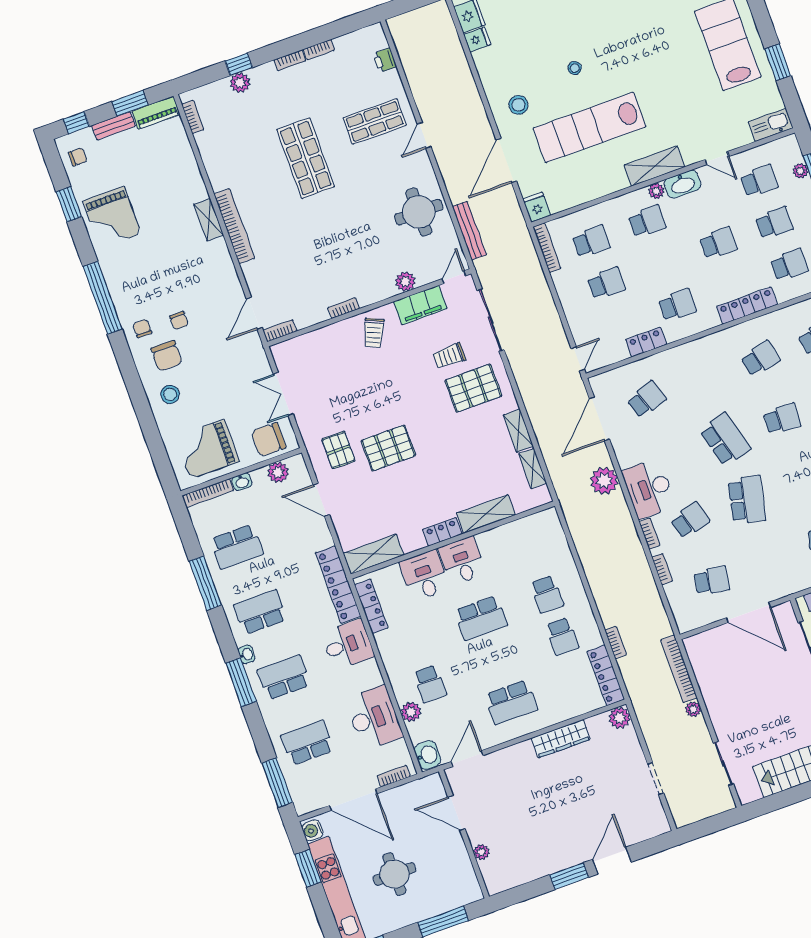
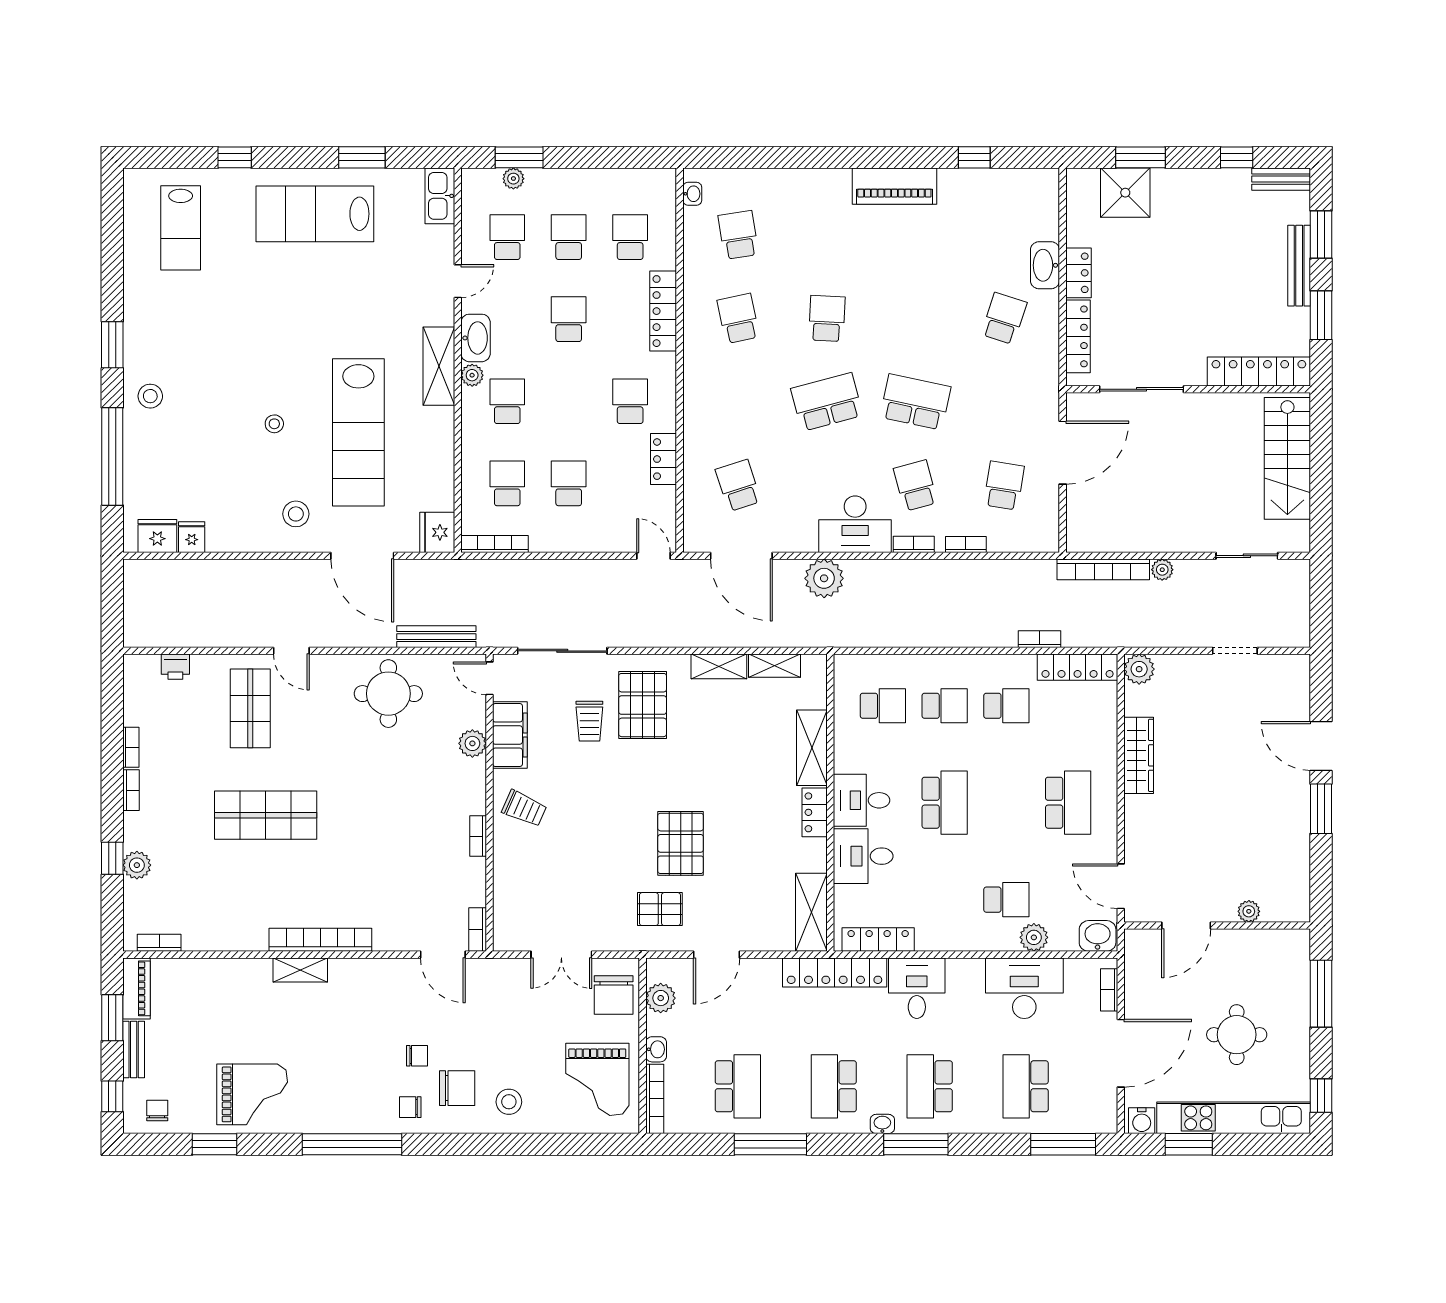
fridge: (537, 207) -> (437, 532), width x1.38
school desk: (532, 552) -> (883, 706), added

